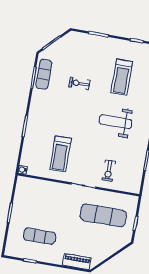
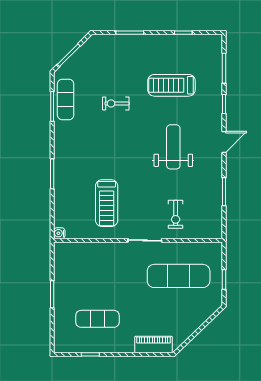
treadmill: (122, 77) -> (171, 85), turned 90
weight bench: (115, 122) -> (173, 147), turned 90

